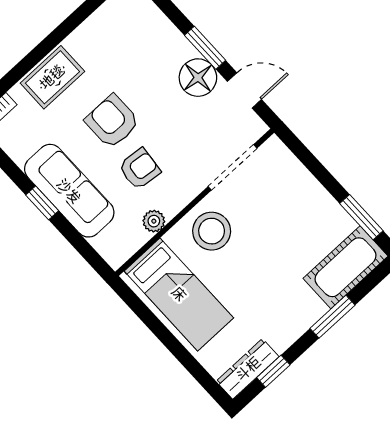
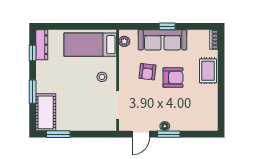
floor lamp: (198, 78) -> (165, 126), width x0.53, depth x0.53
plant: (154, 221) -> (124, 41), moved
stool: (212, 231) -> (102, 77), width x0.53, depth x0.53

